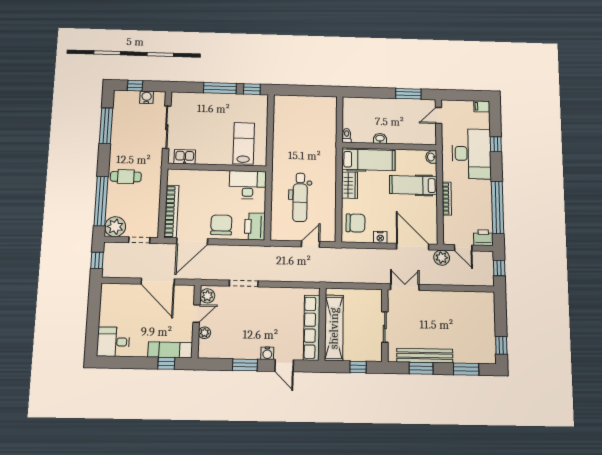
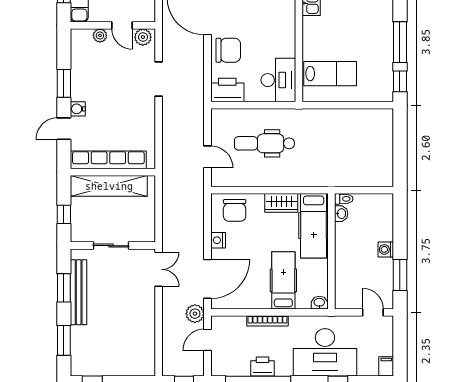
washing machine: (388, 104) -> (386, 249), added
washbasin: (380, 138) -> (341, 214), moved
printer: (483, 238) -> (262, 366), moved, turned -90

